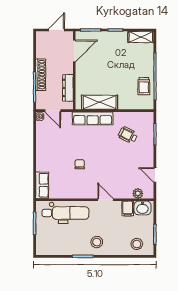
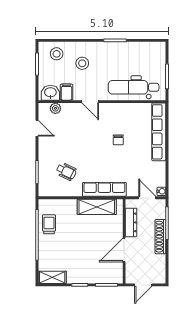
door: (74, 51) -> (124, 250), moved
row of seats: (42, 185) -> (159, 132), width x2.02
stool: (97, 242) -> (82, 63), moved

